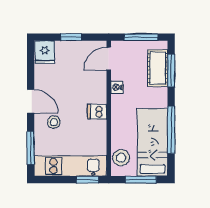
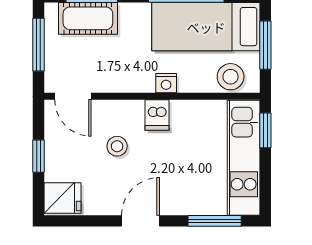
nightstand: (117, 87) -> (166, 83), moved
stool: (54, 122) -> (117, 146), moved

